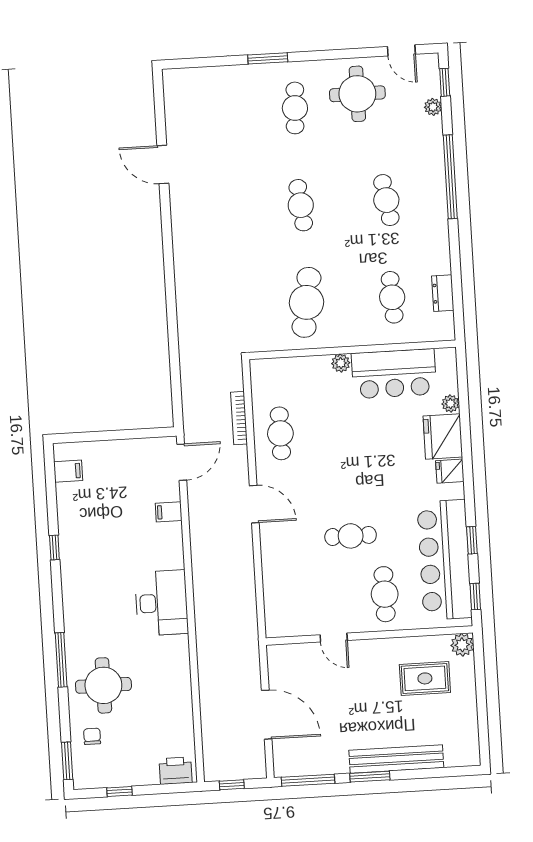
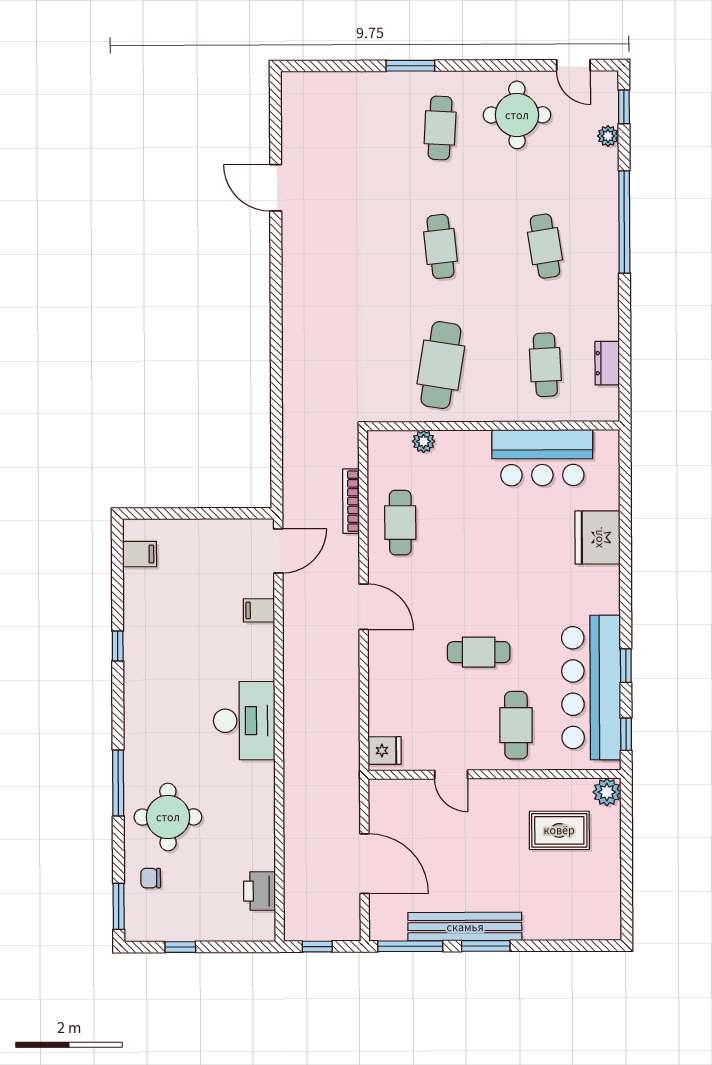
plant: (341, 363) -> (424, 441), moved
plant: (451, 404) -> (609, 498), removed
fridge: (450, 471) -> (385, 751), moved, turned 180
chair: (92, 736) -> (151, 878), turned -90
bench: (396, 759) -> (465, 927), moved
printer: (176, 771) -> (260, 891), moved, turned -90

